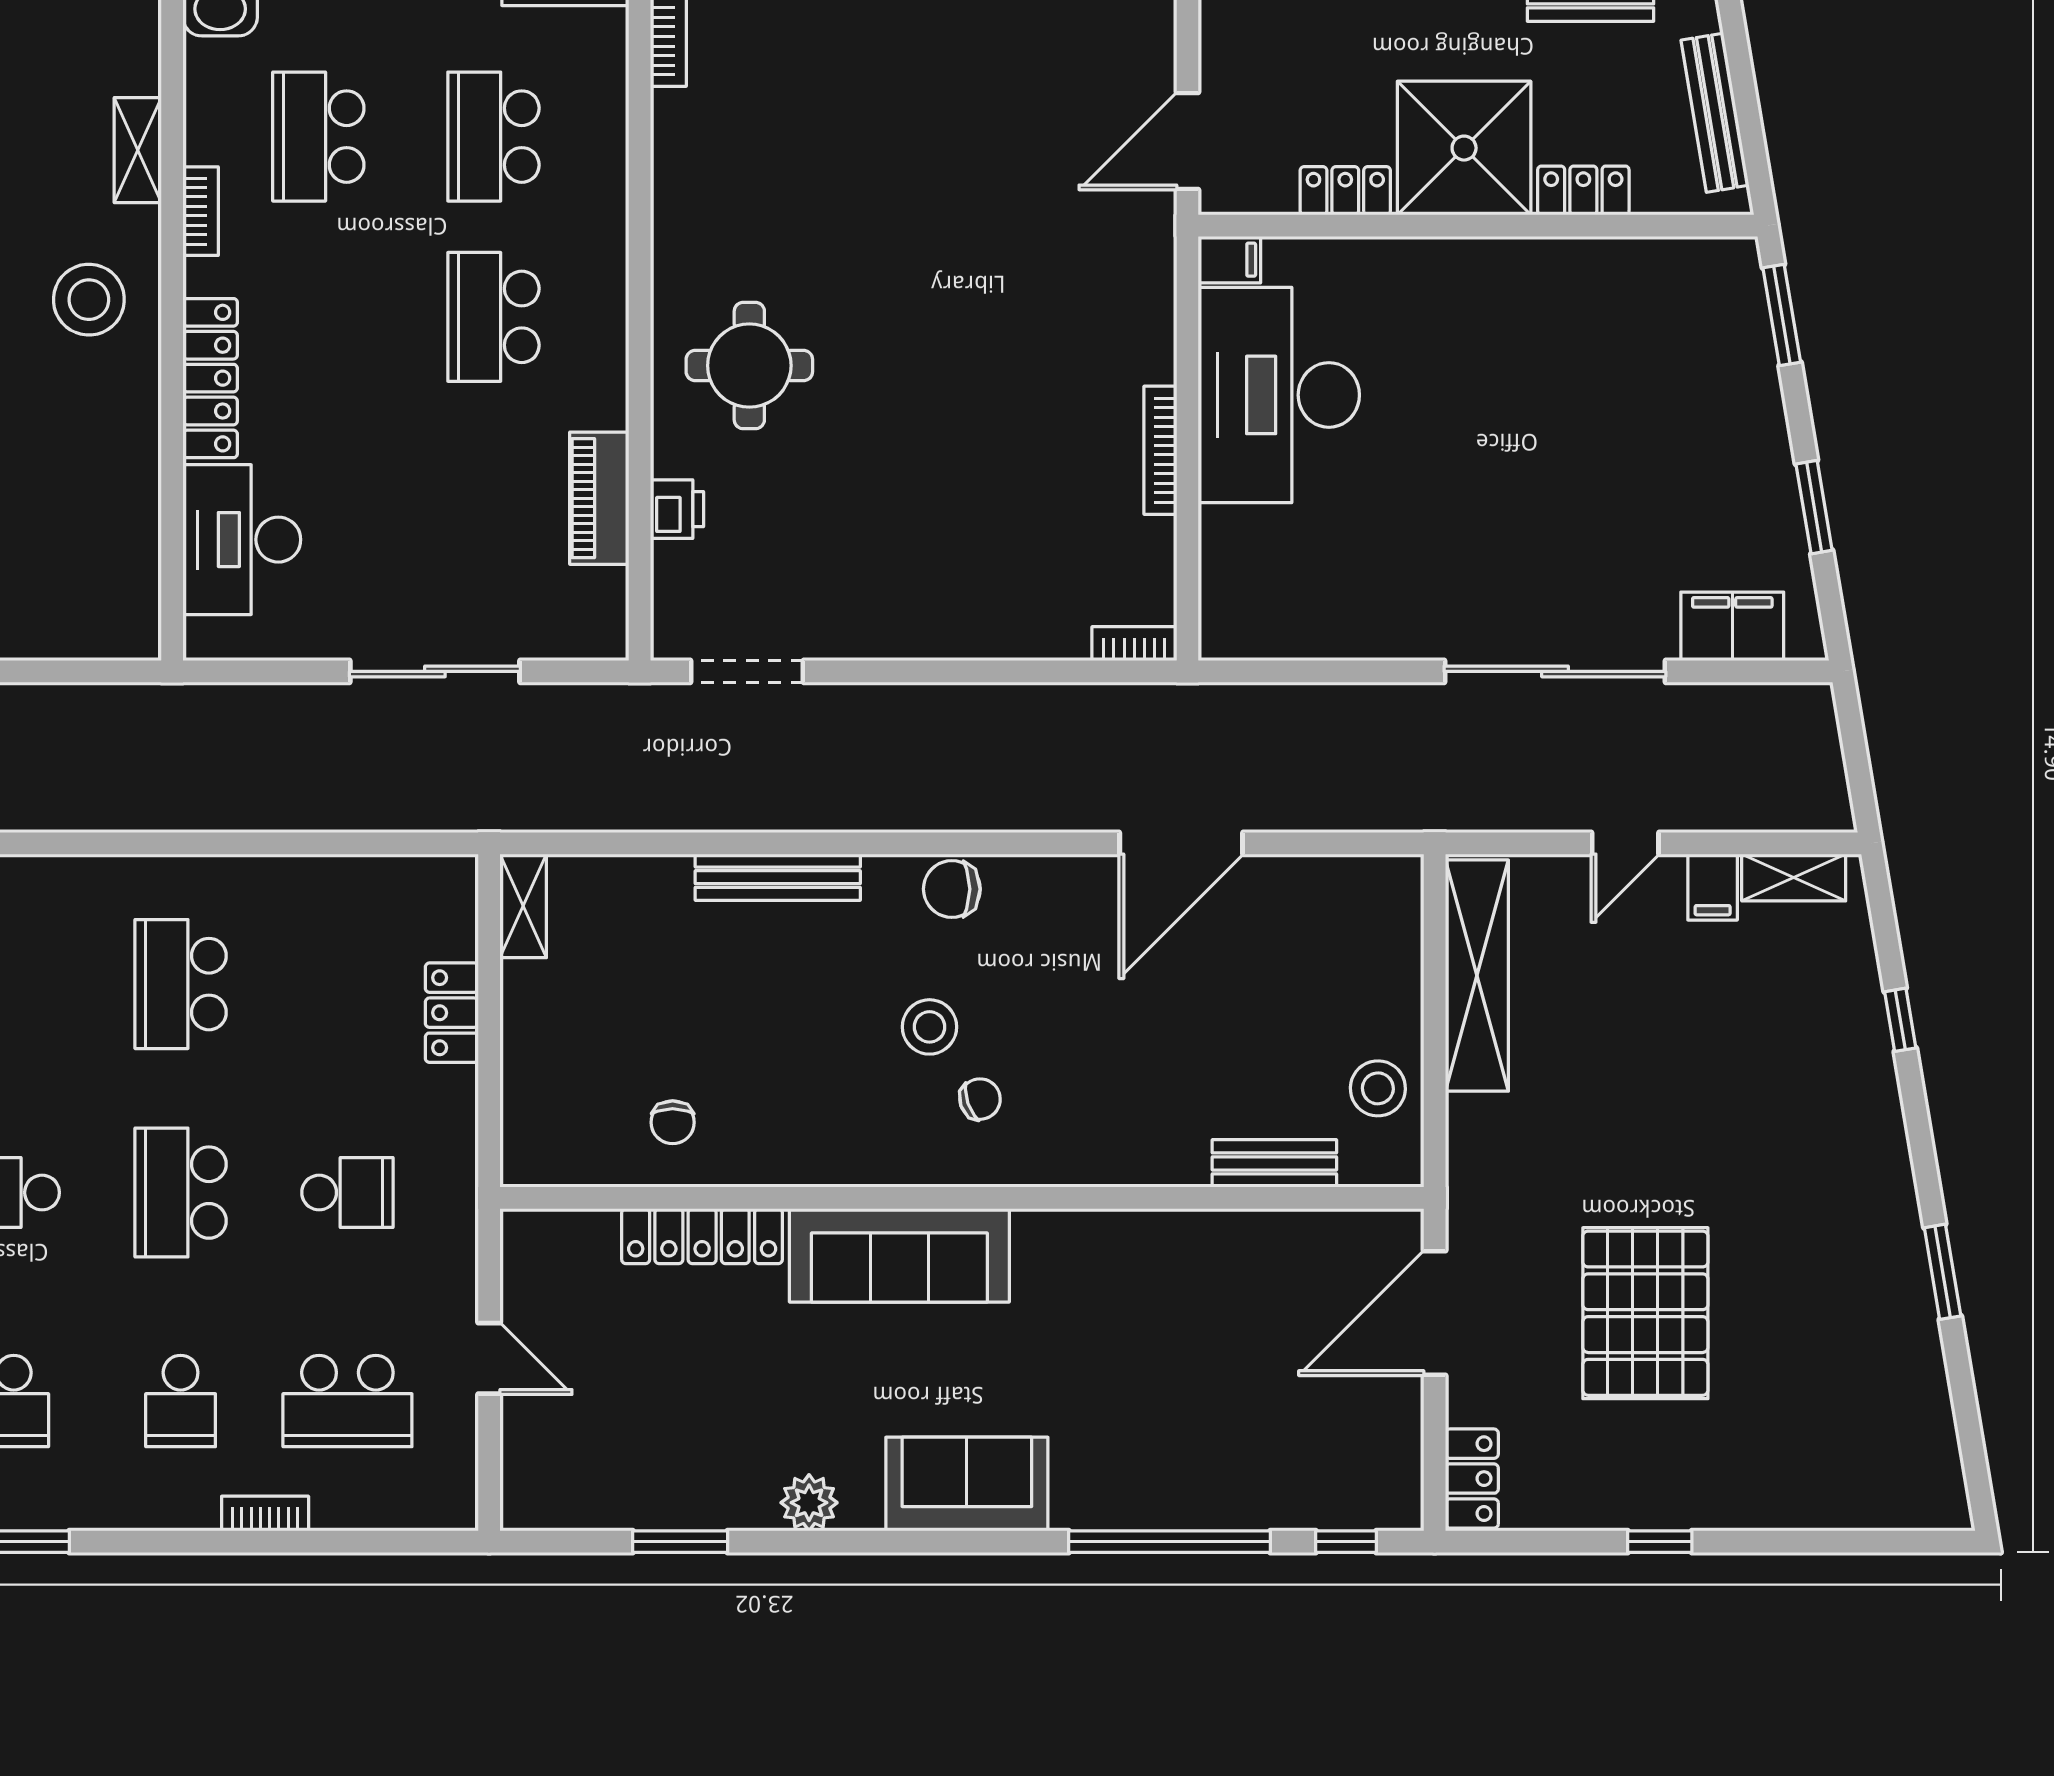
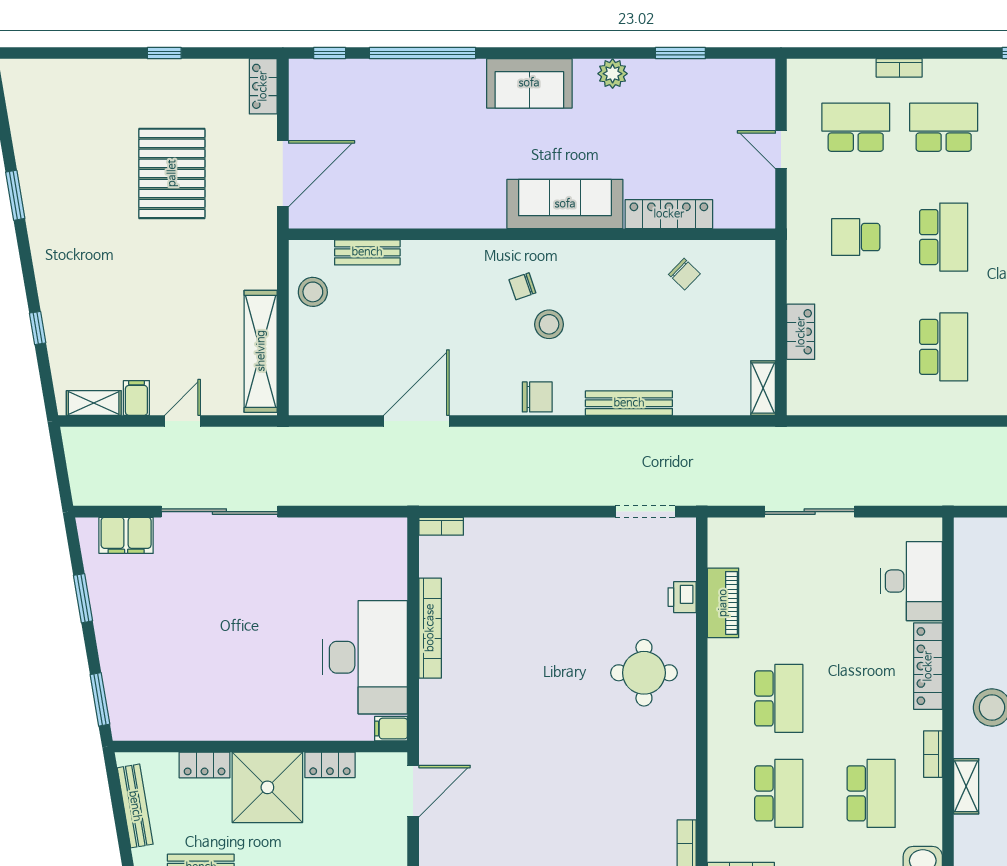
bookcase: (1160, 450) -> (430, 628), width x1.48, depth x1.31
chair: (673, 1122) -> (684, 274), turned 134
school desk: (181, 1401) -> (944, 127), width x1.85

